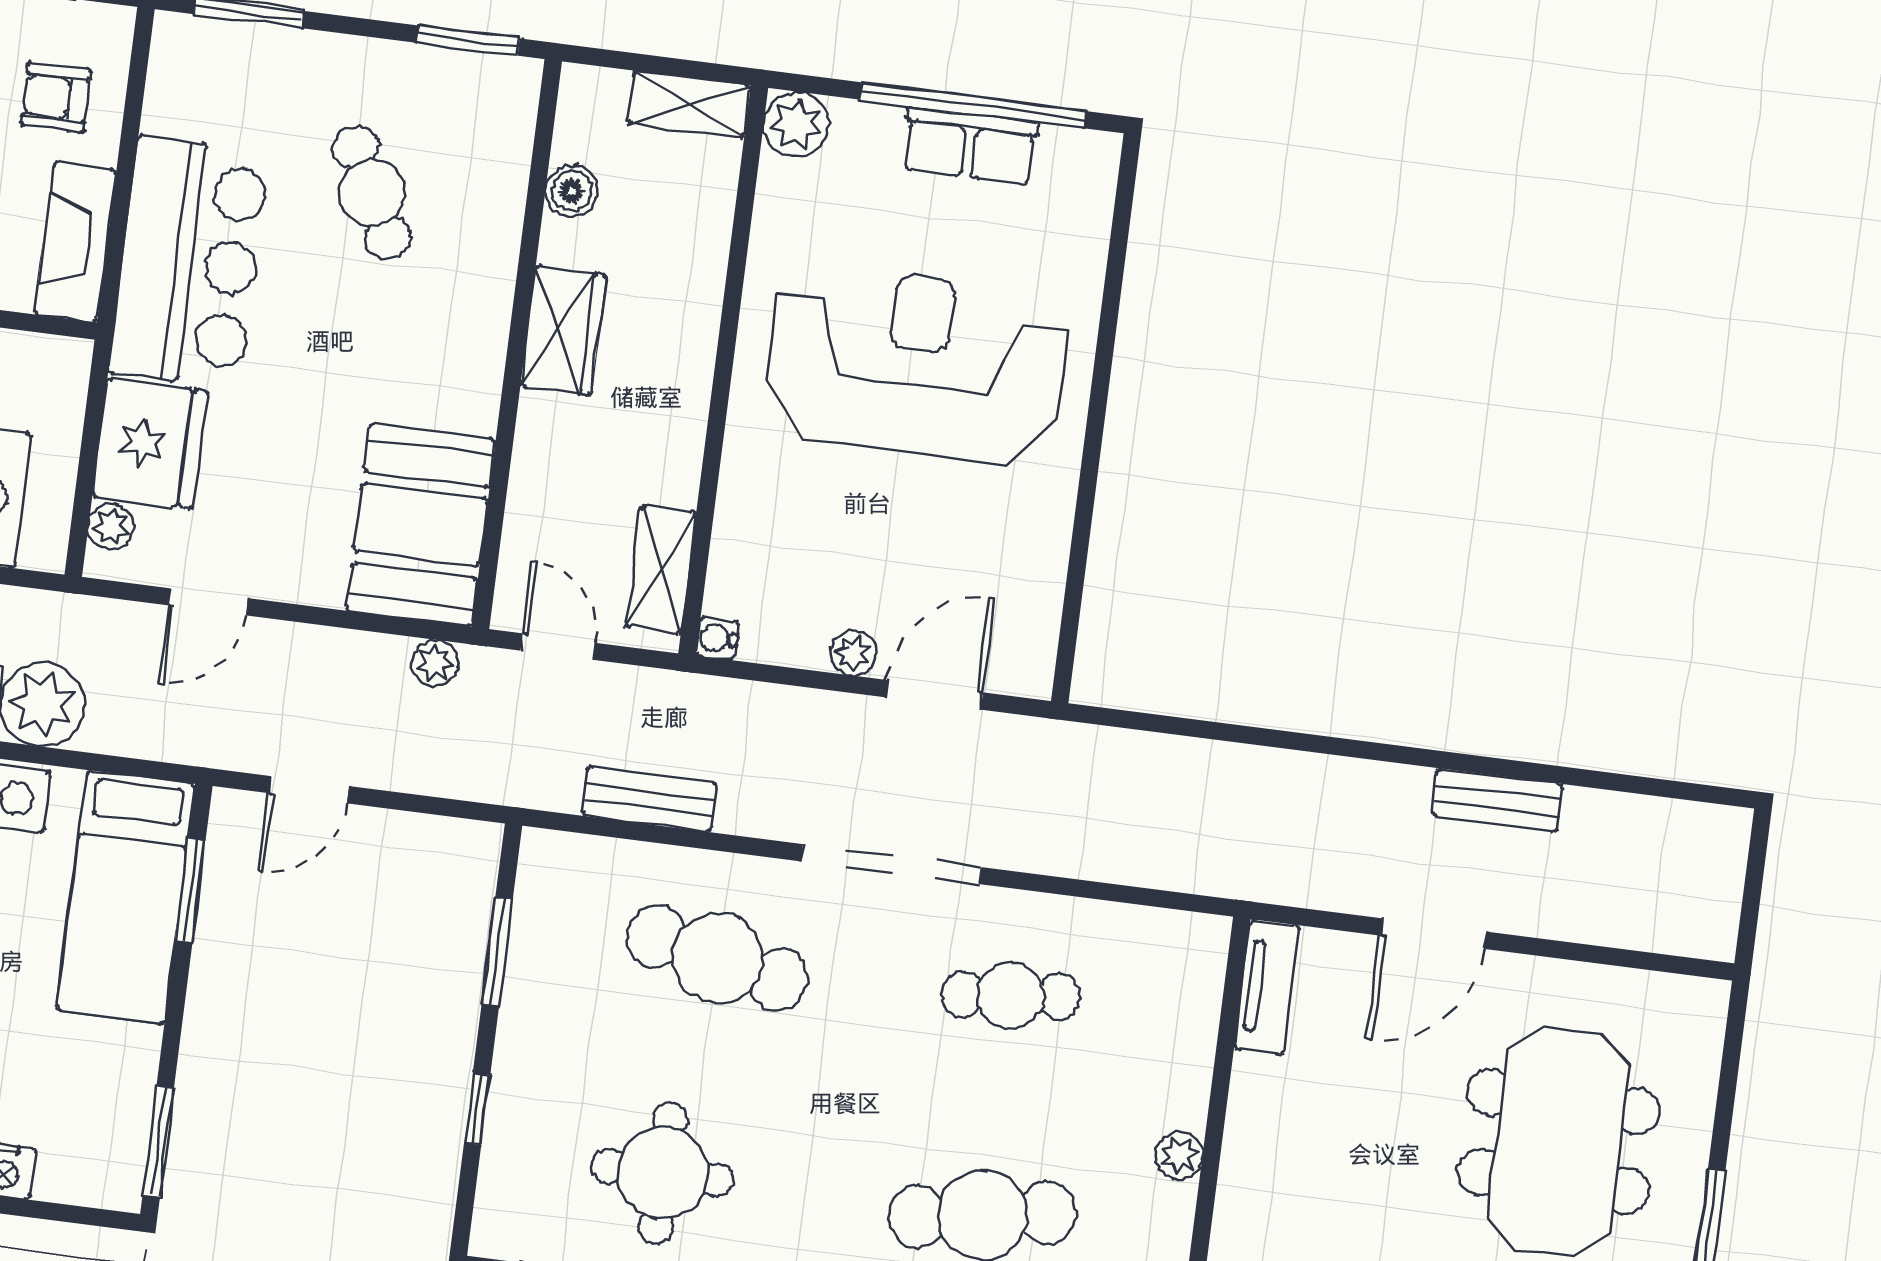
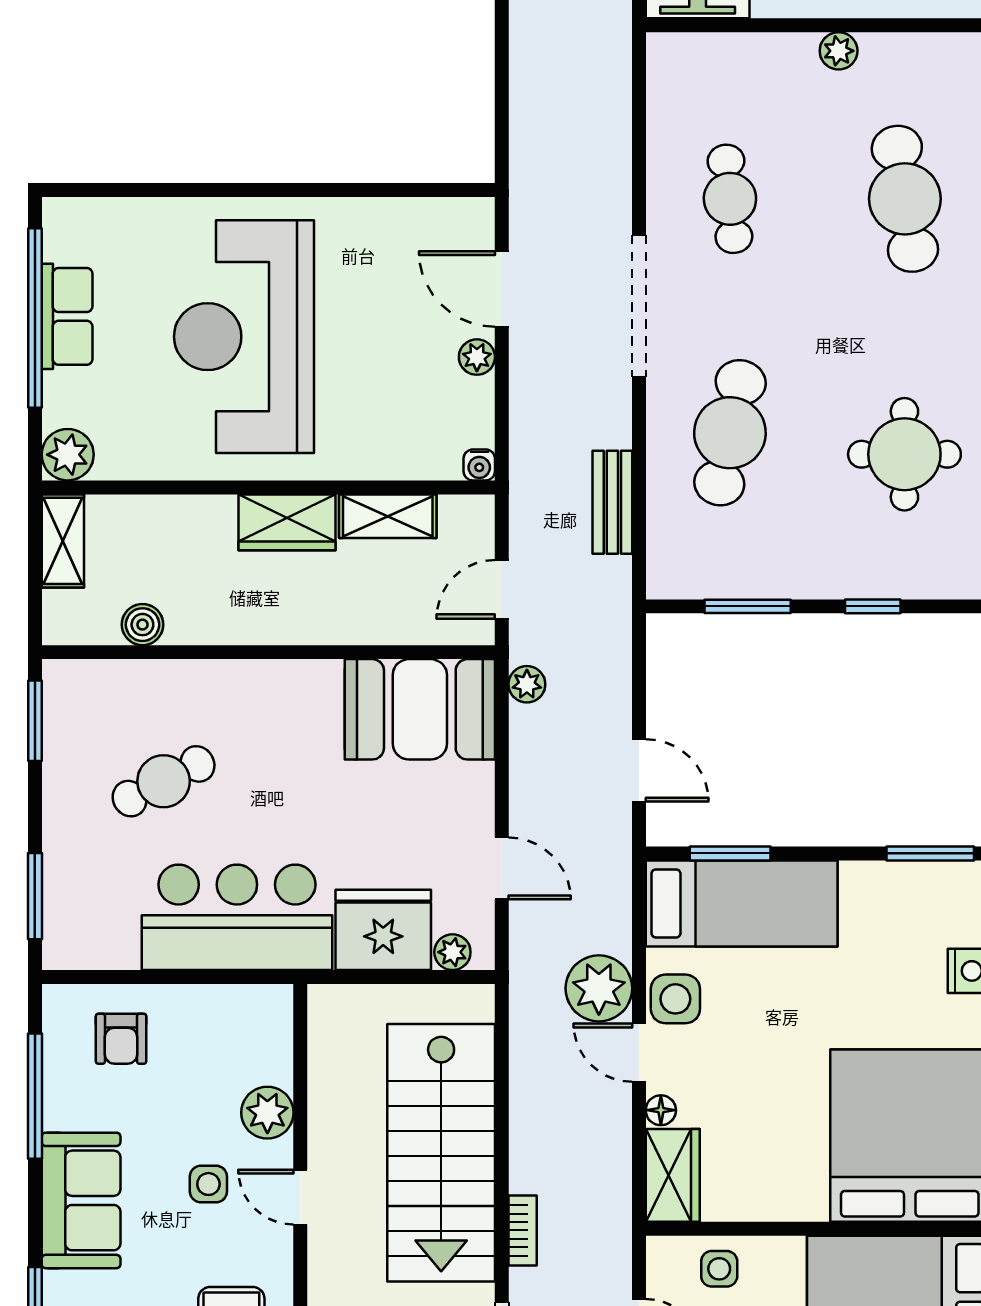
fireplace: (75, 242) -> (232, 1009), removed
wardrobe: (563, 330) -> (287, 522), moved, turned 180
shelving: (661, 570) -> (388, 516), moved

